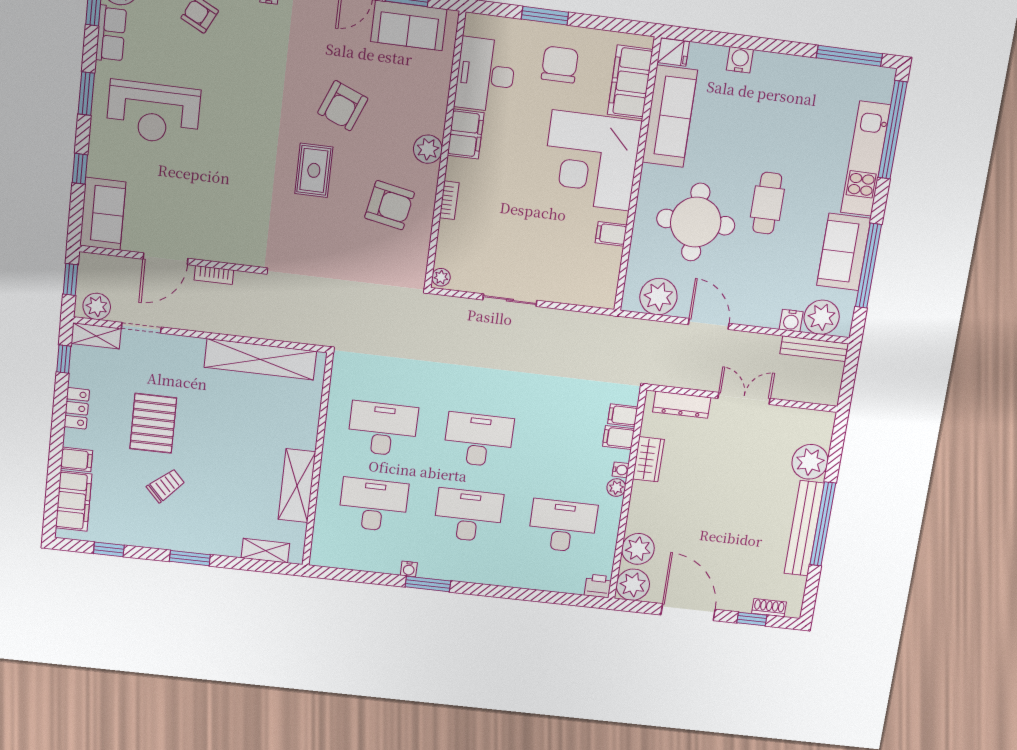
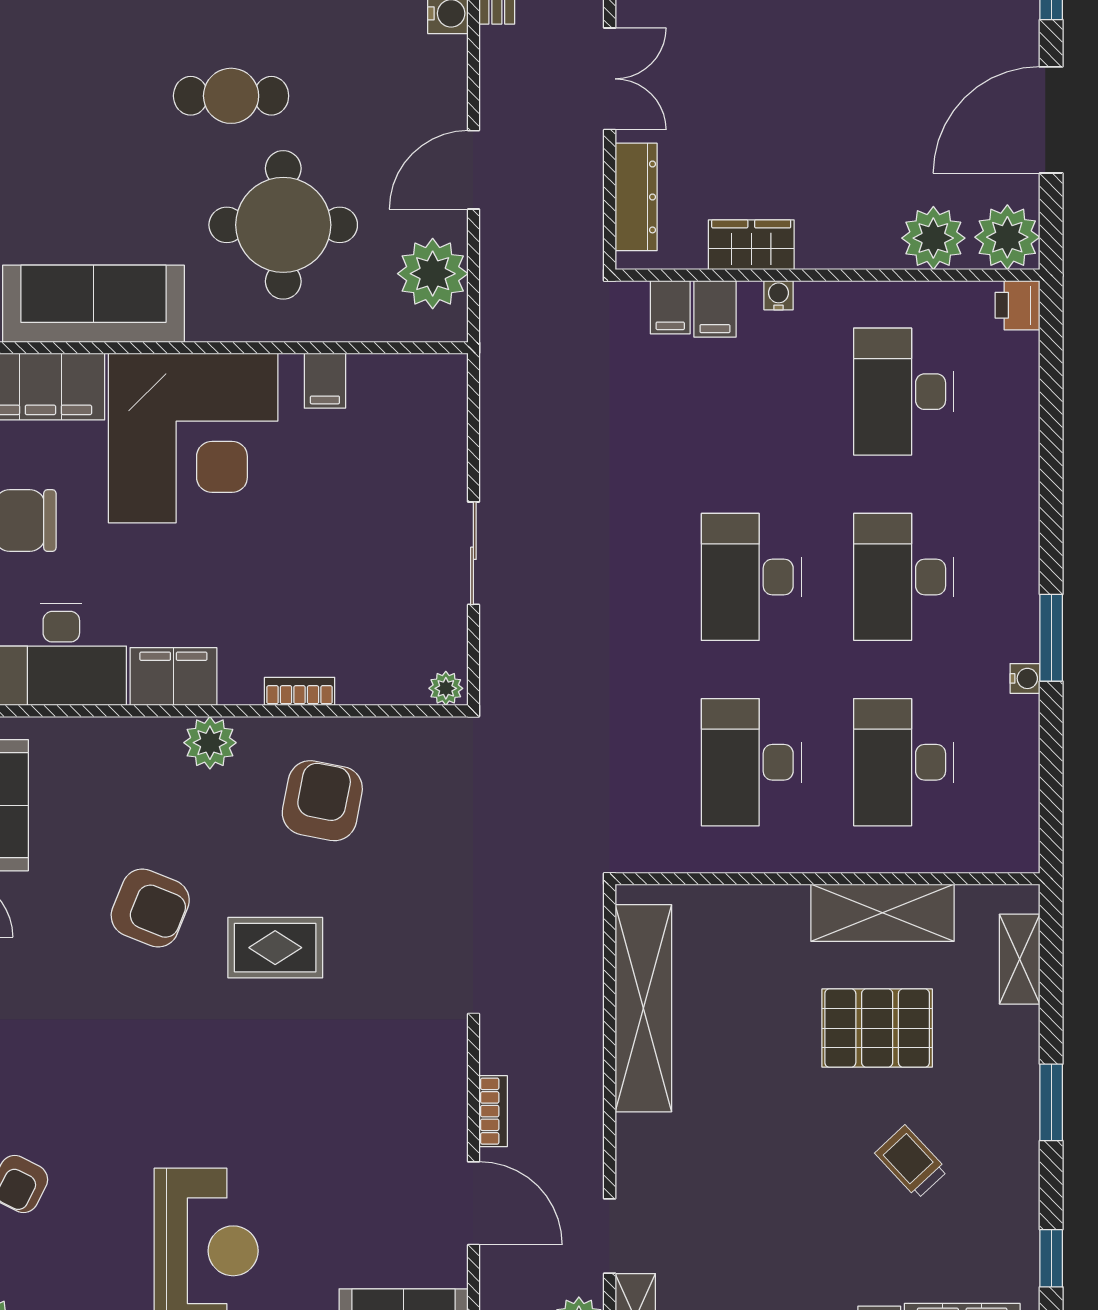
double door: (744, 398) -> (610, 79), swing flipped
pallet: (153, 423) -> (877, 1028), moved
plant: (616, 488) -> (815, 299), removed

